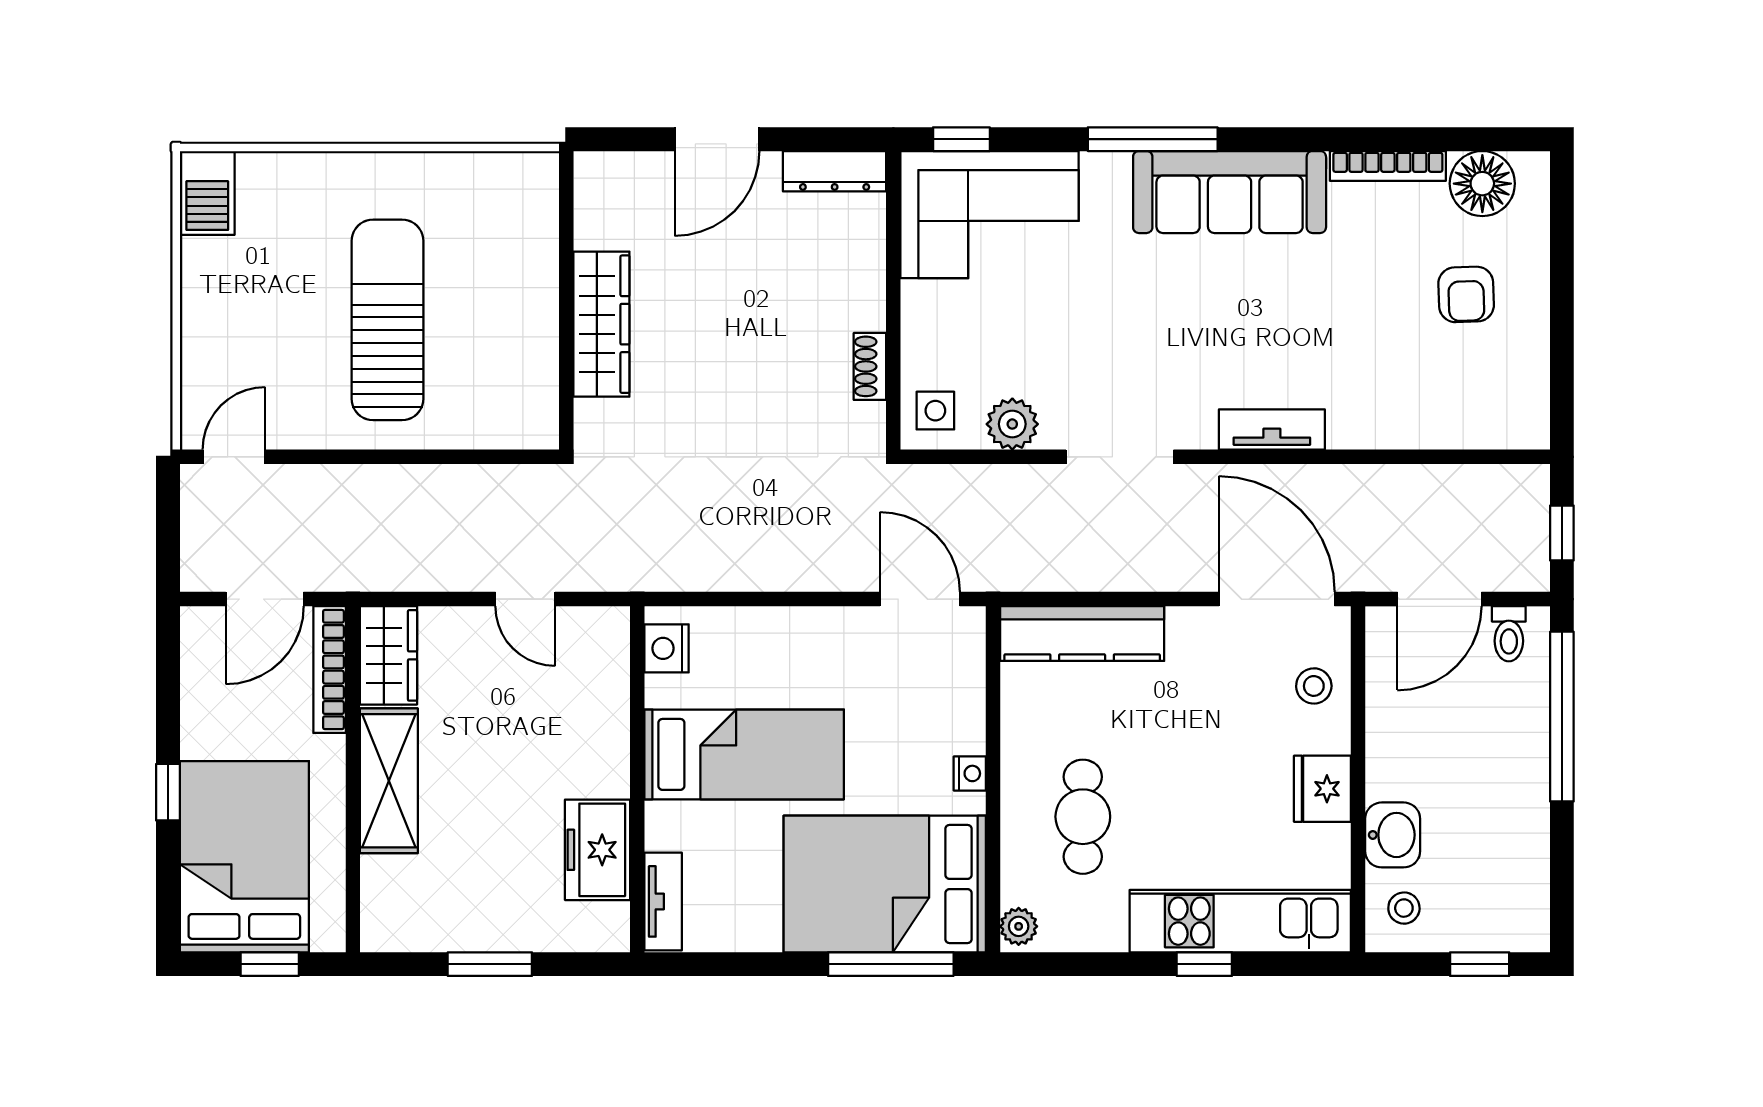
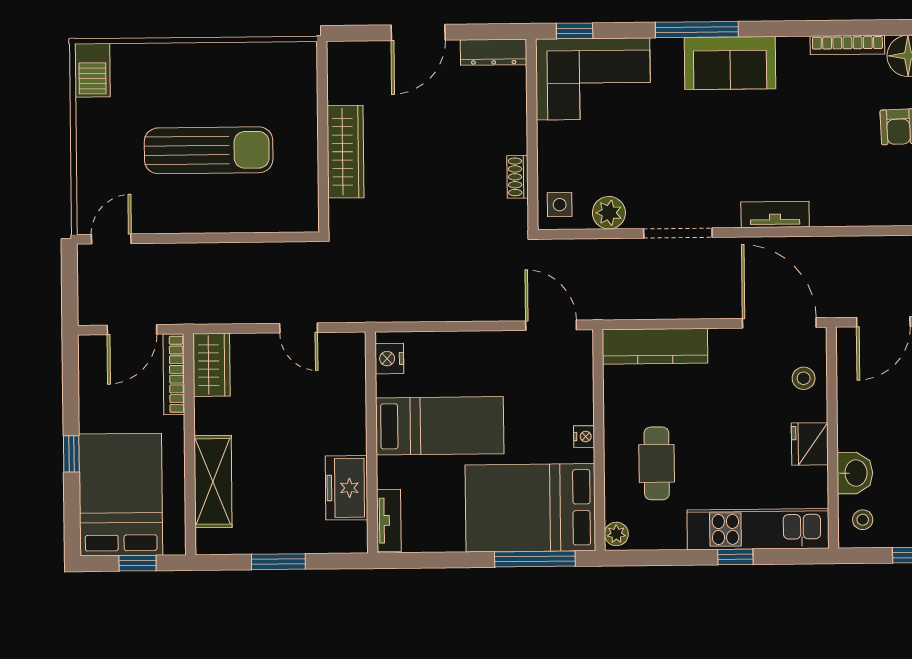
sofa: (1230, 192) -> (730, 63), width x0.73
sun lounger: (387, 320) -> (209, 150), turned 90
shelving: (389, 781) -> (213, 481), moved

